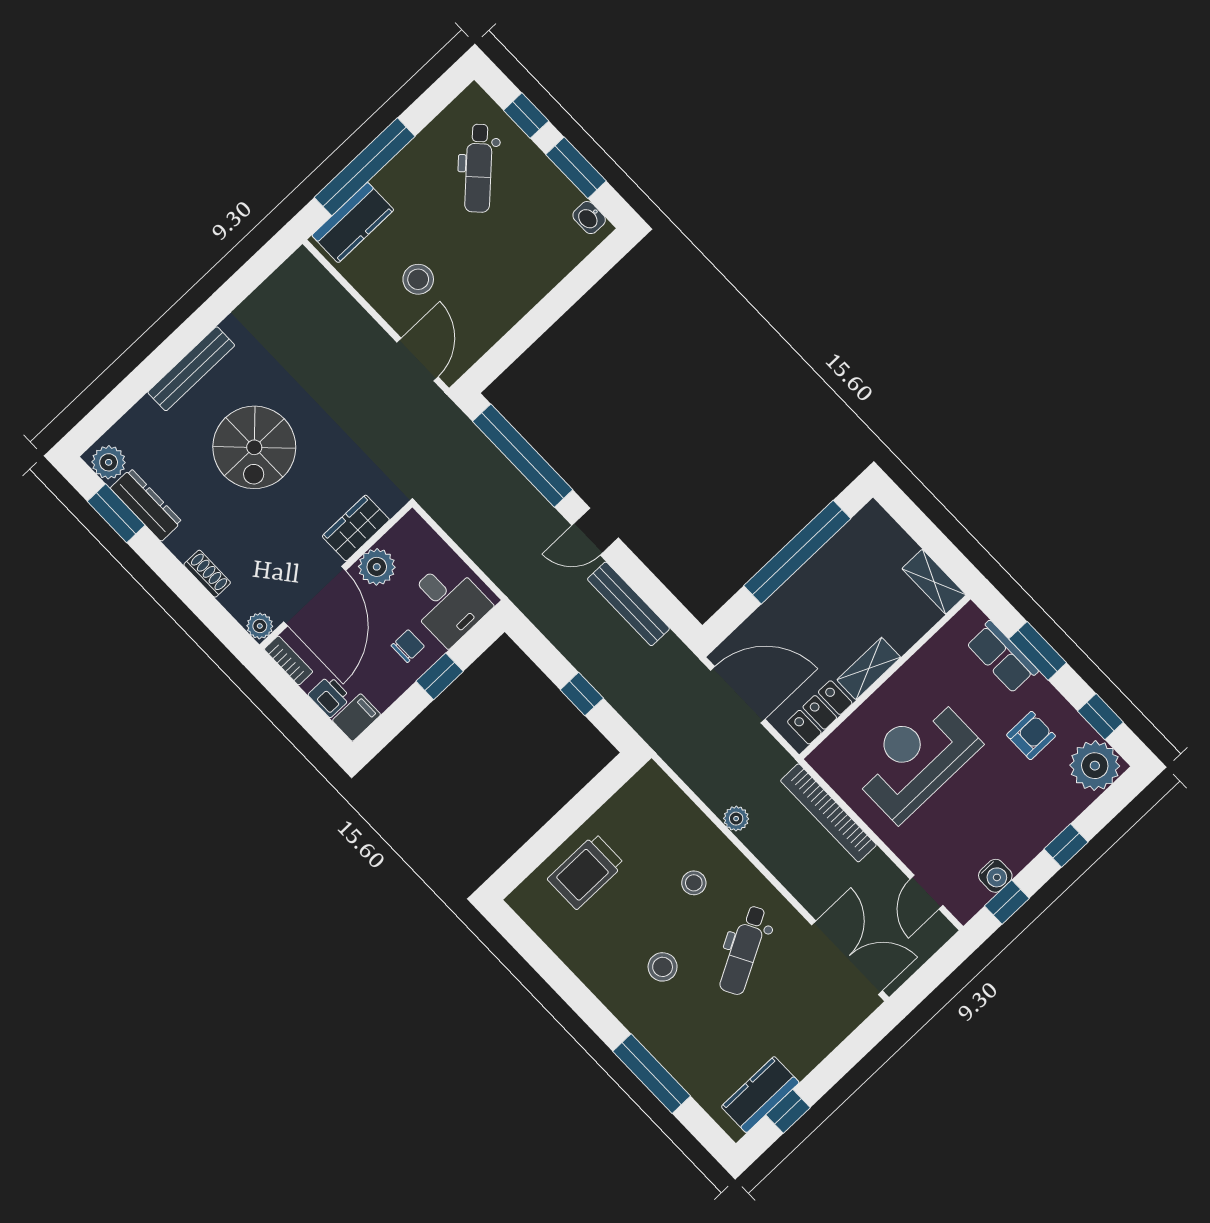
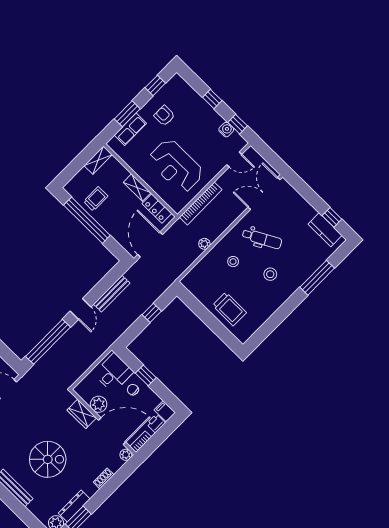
trolley: (846, 574) -> (96, 199), added
plant: (1095, 766) -> (177, 87), removed

